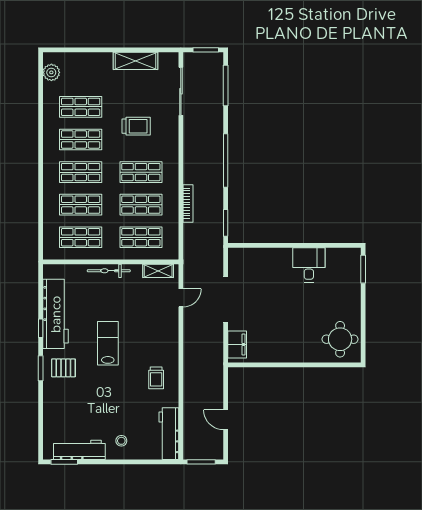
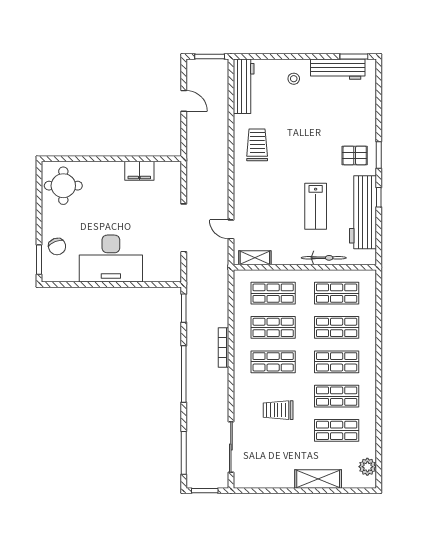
shelving: (136, 61) -> (318, 479), moved
bookcase: (188, 203) -> (223, 348), moved
desk: (309, 265) -> (111, 259), width x1.87, depth x1.30
bicycle: (109, 271) -> (324, 258), moved
chair: (346, 281) -> (57, 247), added
door: (181, 298) -> (231, 229), hinge flipped
lab bench: (108, 343) -> (316, 206), moved
filing cabinet: (237, 344) -> (139, 171), moved, turned -90
trolley: (156, 378) -> (257, 145), width x1.36, depth x1.39

